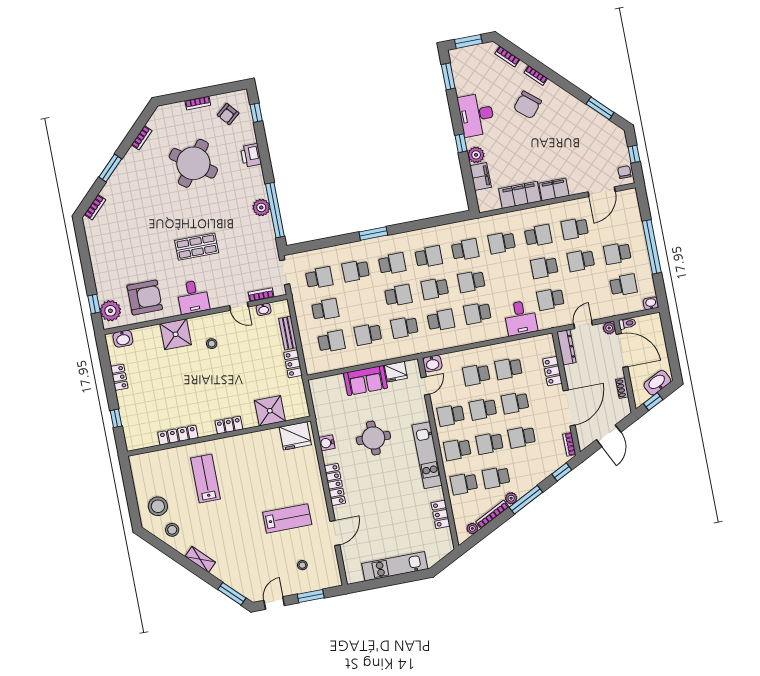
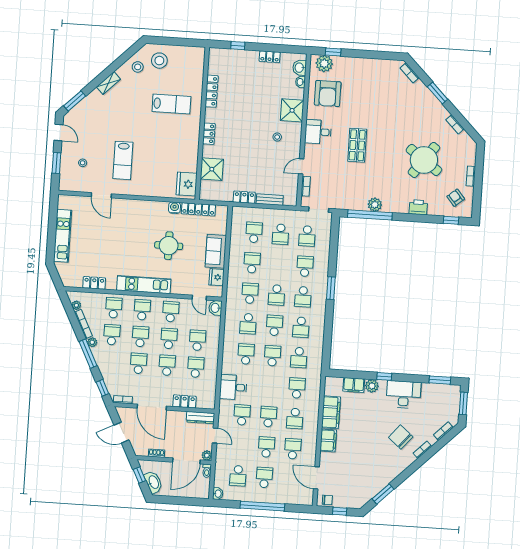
washbasin: (264, 309) -> (300, 82), moved
school desk: (331, 341) -> (254, 232), turned 180
locker: (335, 485) -> (198, 209), moved

